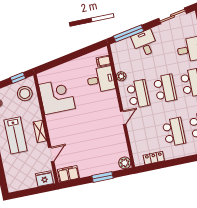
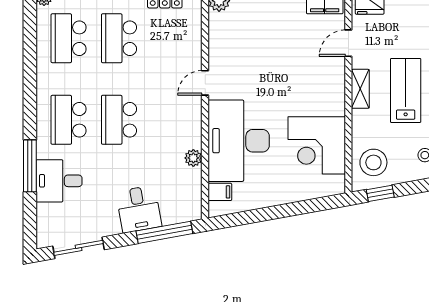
desk: (101, 80) -> (239, 141), width x1.87, depth x1.30
school desk: (138, 94) -> (169, 120), removed

